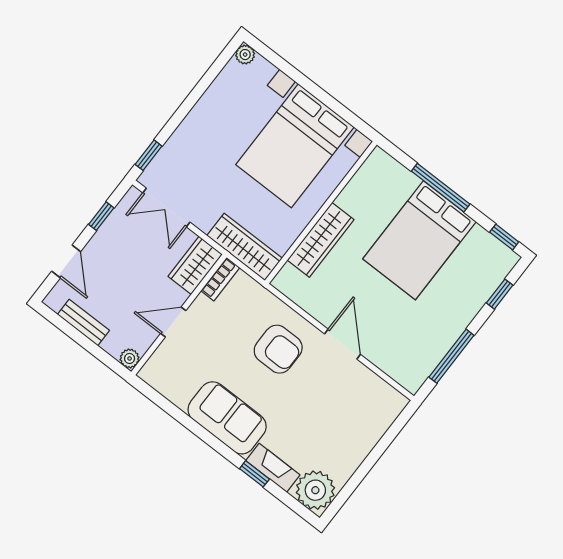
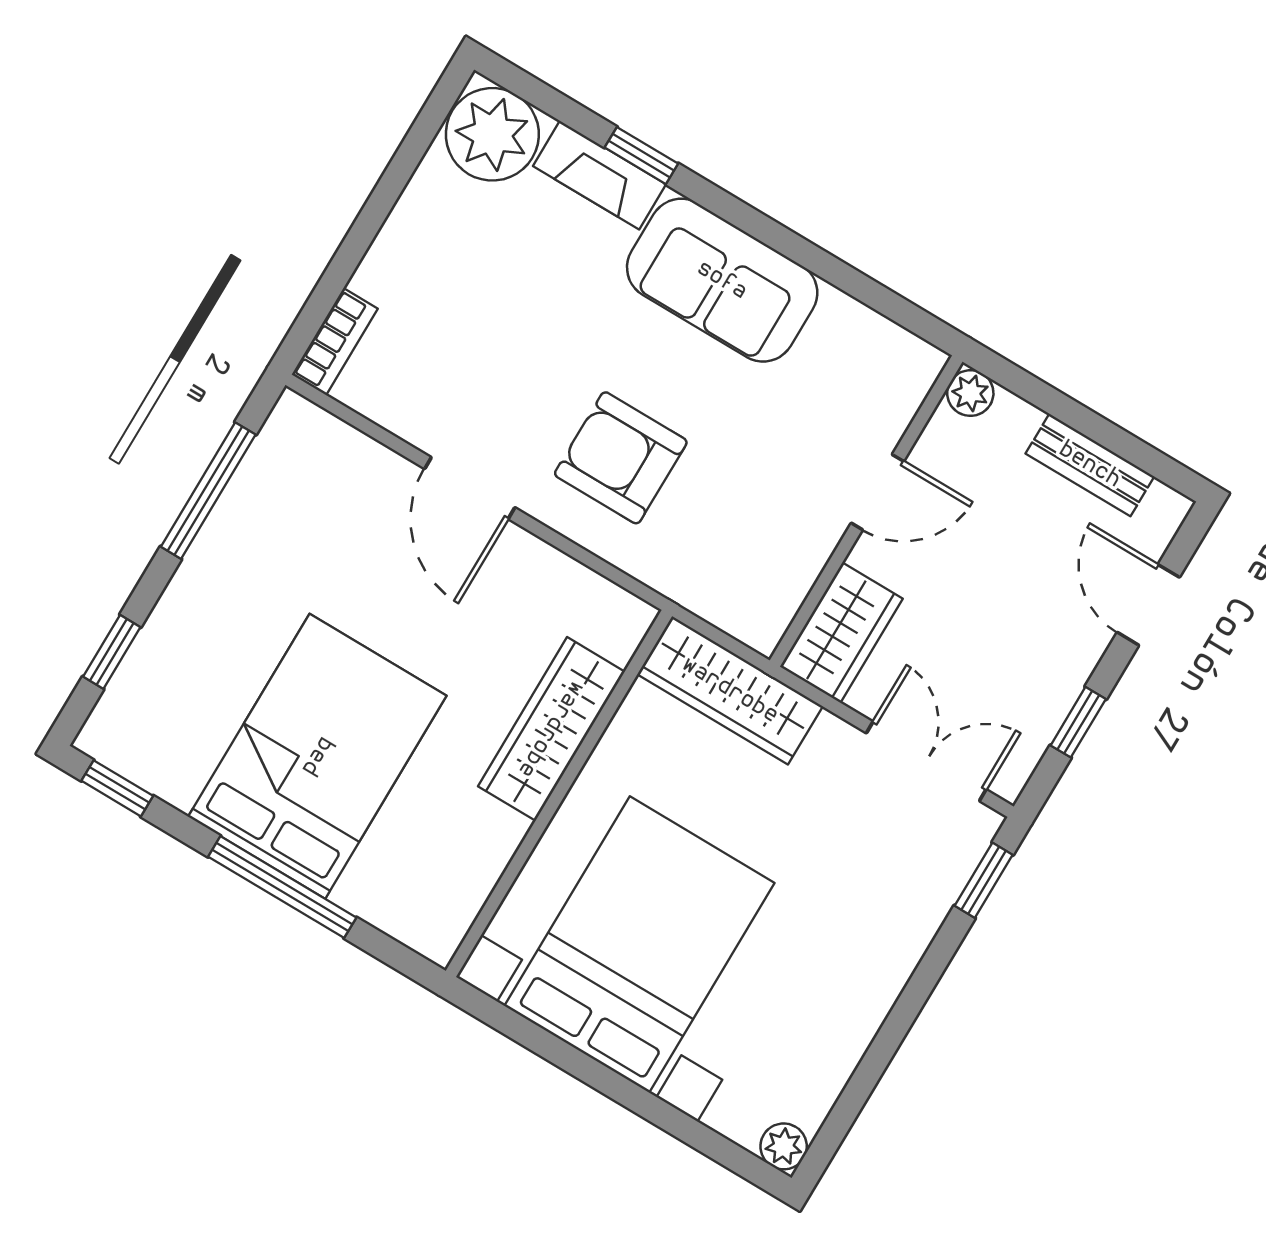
bookcase: (220, 279) -> (335, 342), moved, turned 180

